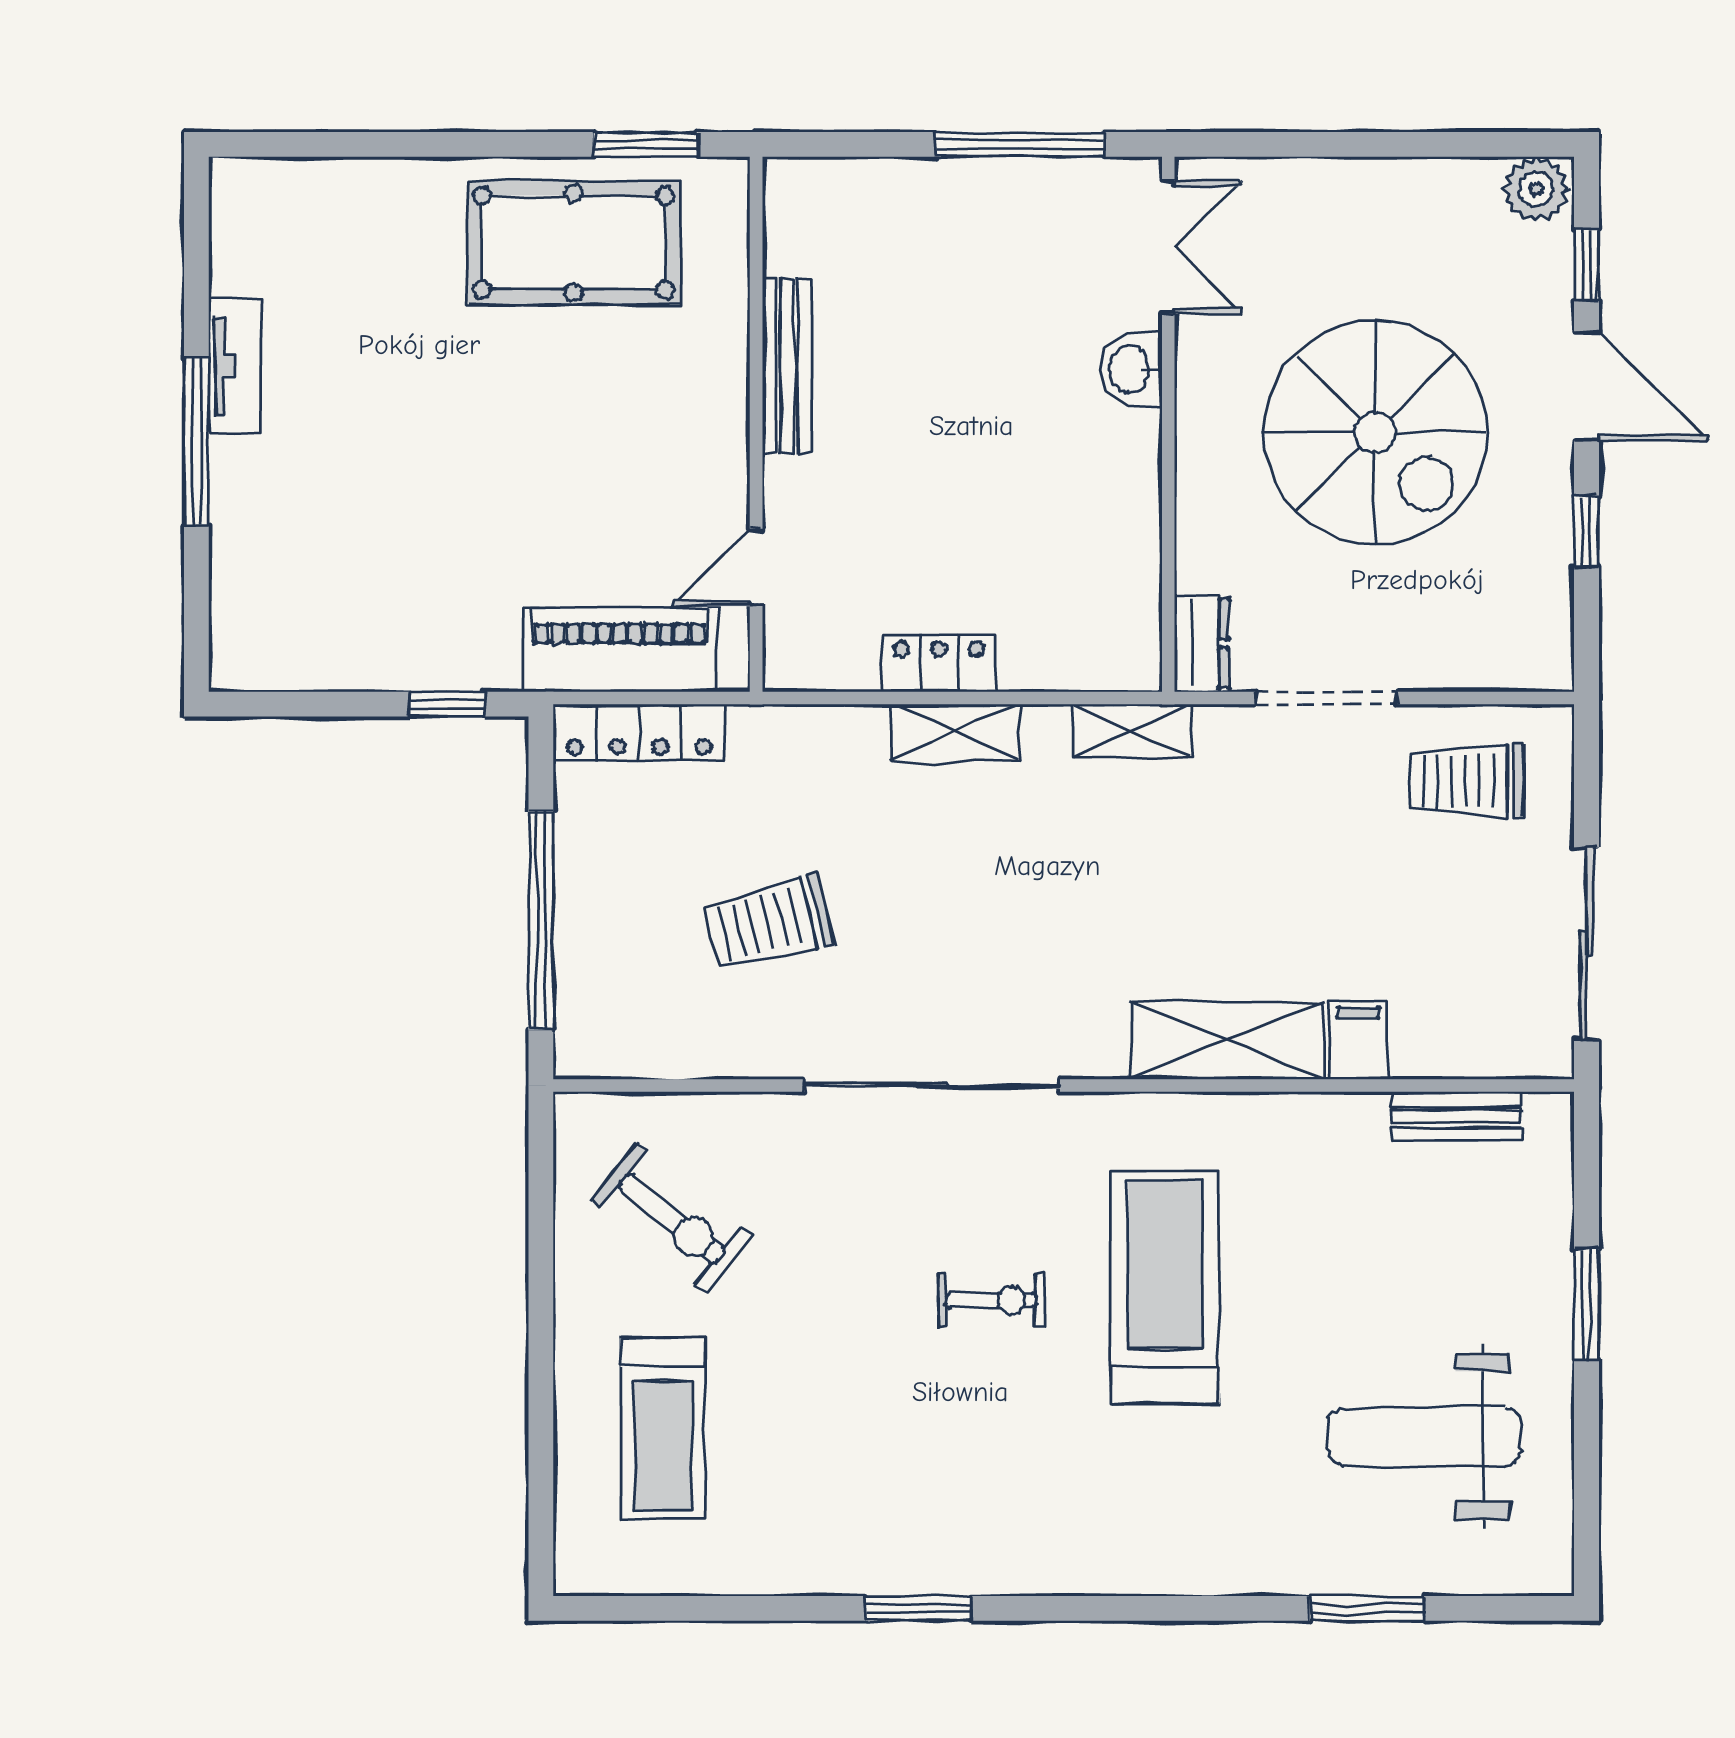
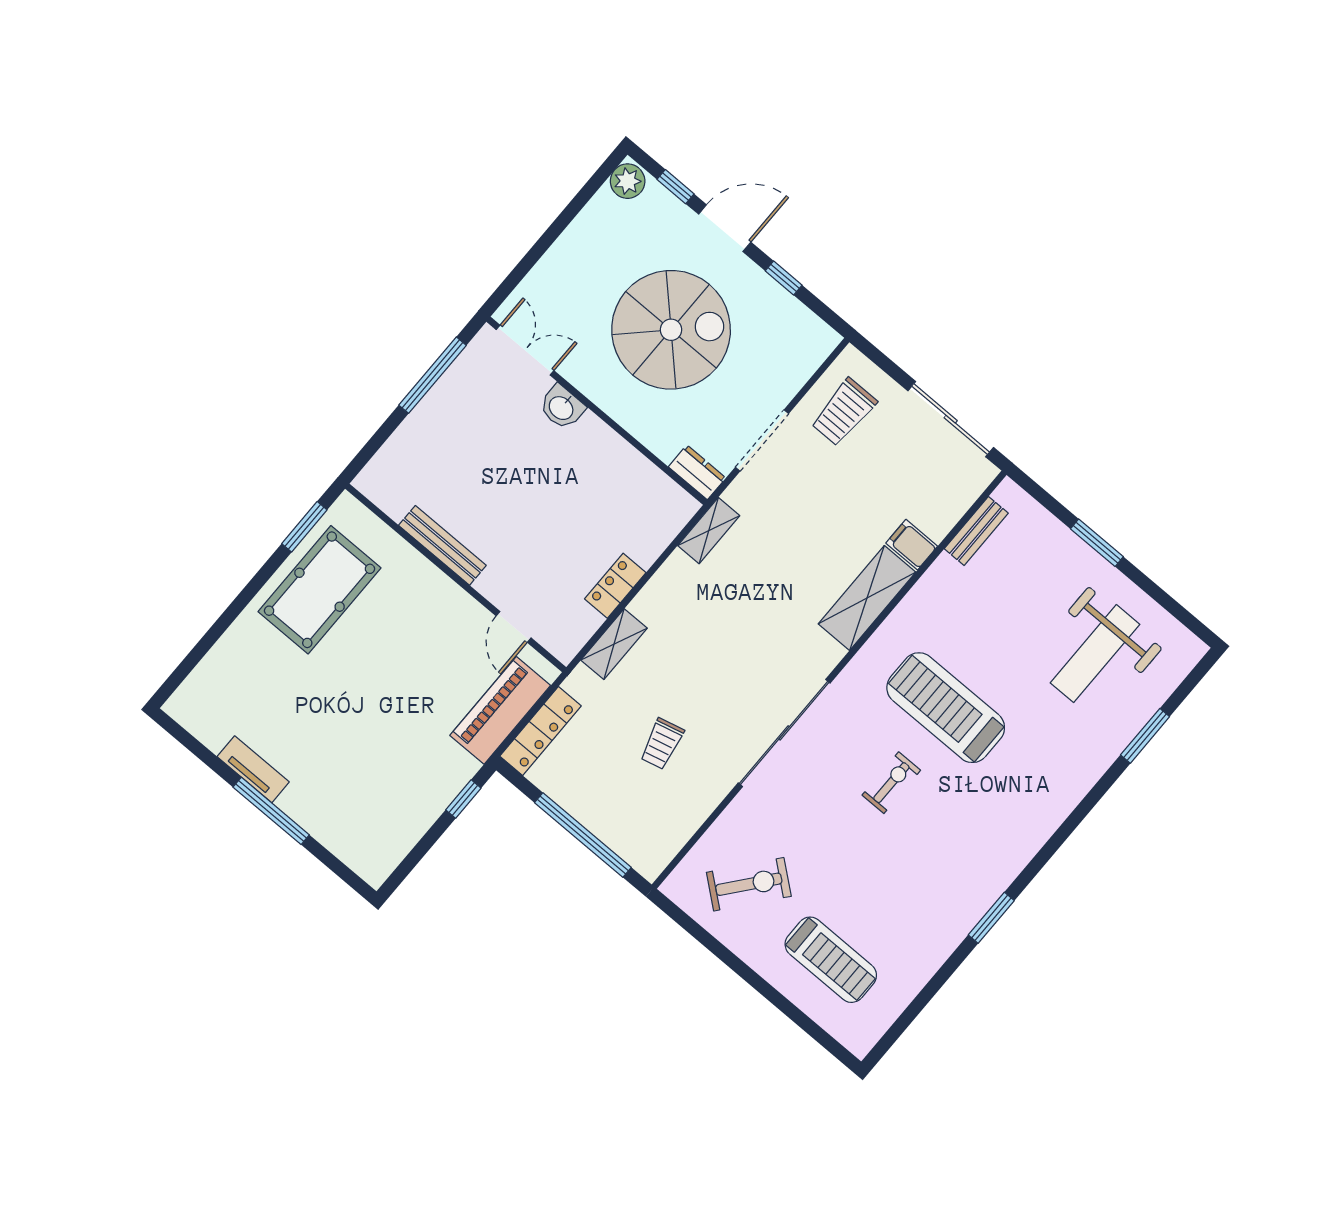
shelving: (955, 733) -> (614, 644), moved
trolley: (768, 923) -> (662, 744), width x0.73, depth x0.72

